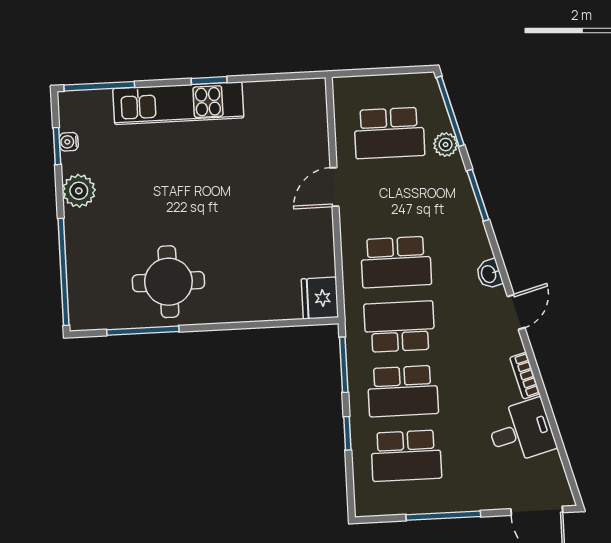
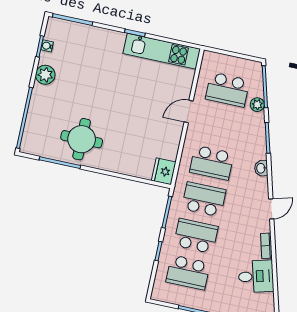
kitchen unit: (178, 103) -> (162, 51), moved
washbasin: (489, 274) -> (261, 168), moved
school desk: (403, 391) -> (196, 236), turned 180

